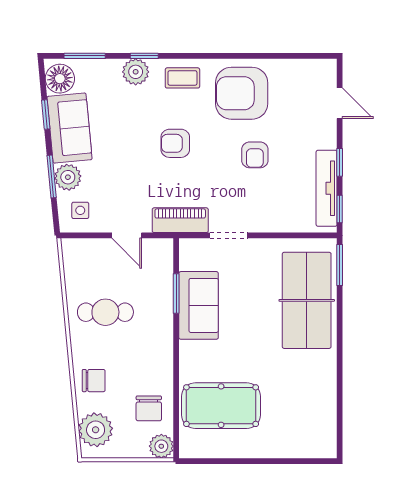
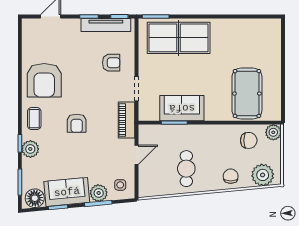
armchair: (255, 155) -> (111, 63), moved

